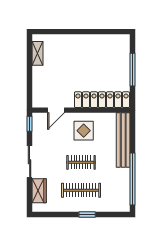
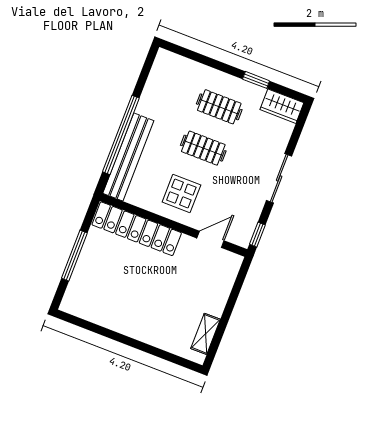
window: (133, 179) -> (121, 135), moved
clothes rail: (81, 190) -> (219, 107), width x0.73
wardrobe: (39, 191) -> (282, 106), moved, turned -90
window: (87, 215) -> (256, 80), moved

